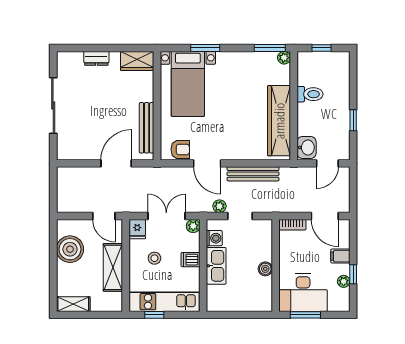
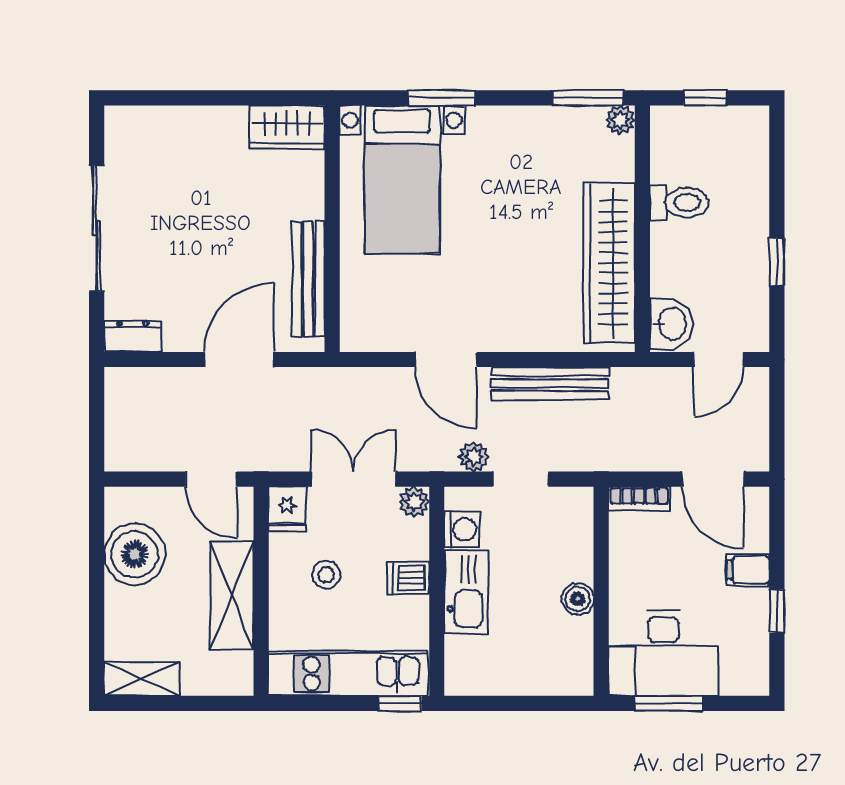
dresser: (96, 58) -> (133, 336), moved, turned 180
armchair: (180, 149) -> (385, 328), removed
plant: (344, 281) -> (755, 627), removed
window: (154, 315) -> (400, 703), moved

